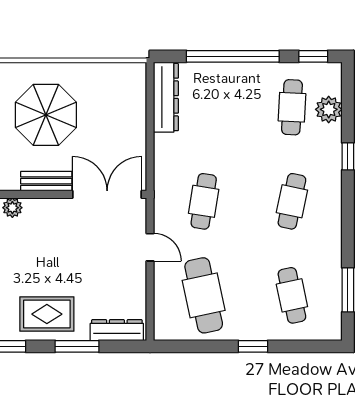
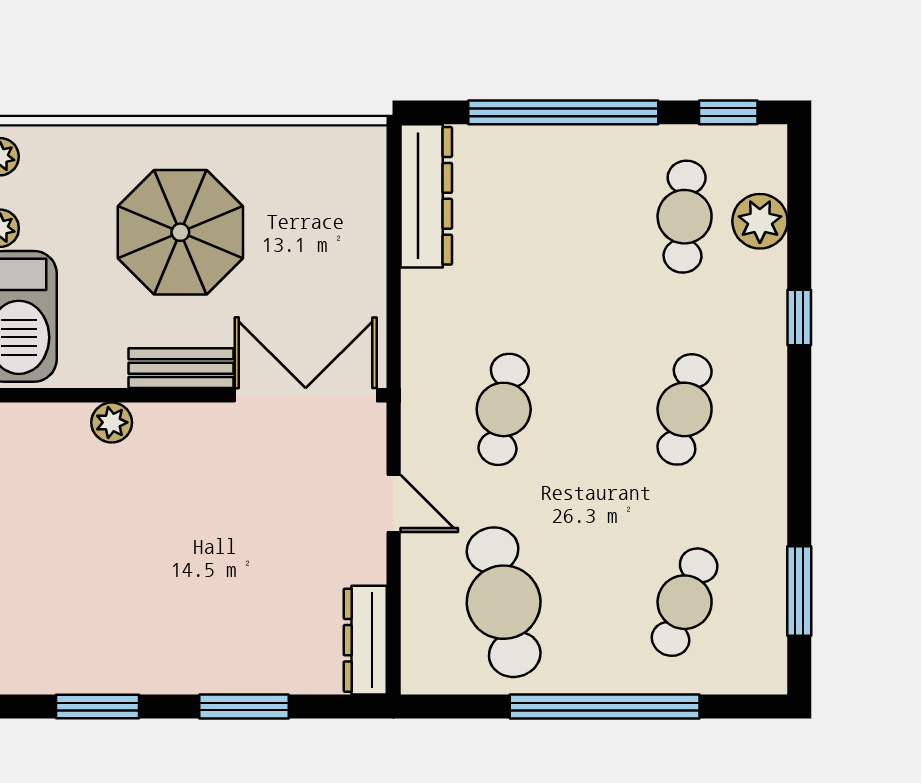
cafe table: (292, 295) -> (685, 602), turned 33
rug: (47, 314) -> (182, 640), removed
dresser: (117, 330) -> (365, 640), moved, turned -90
window: (253, 346) -> (605, 707), width x3.17

